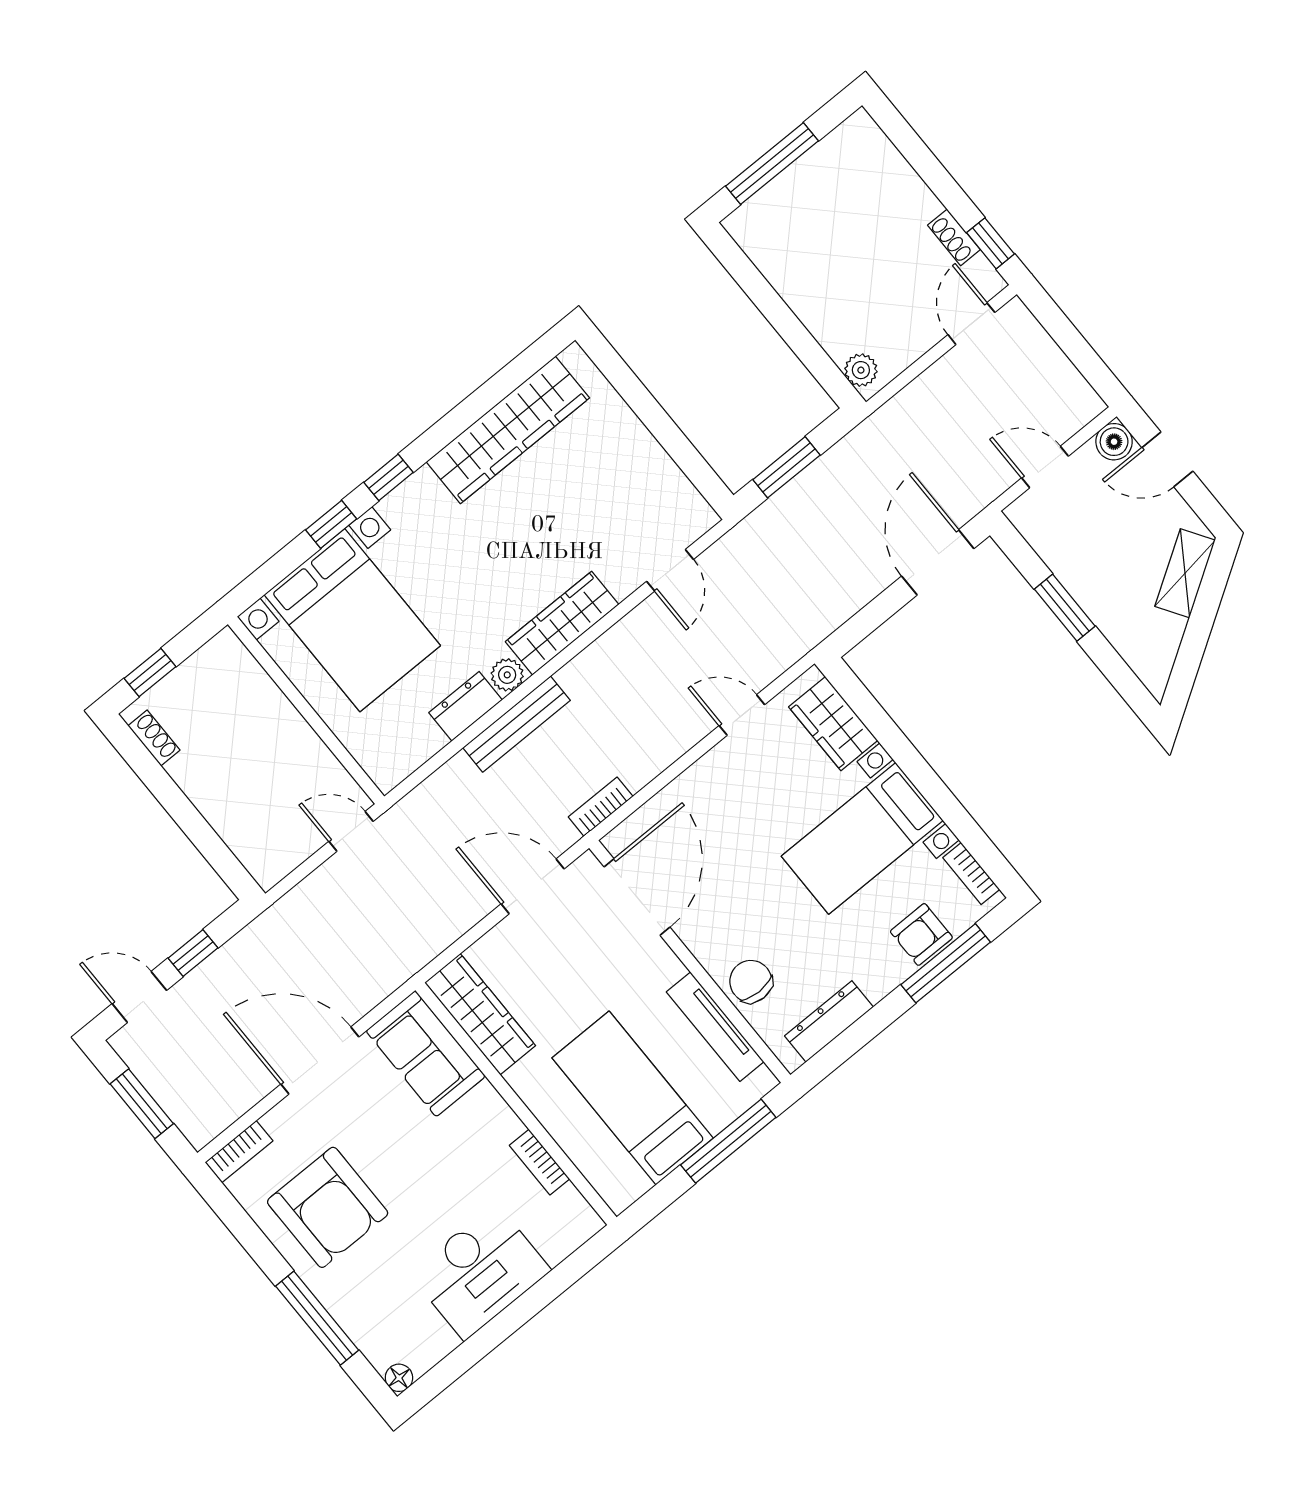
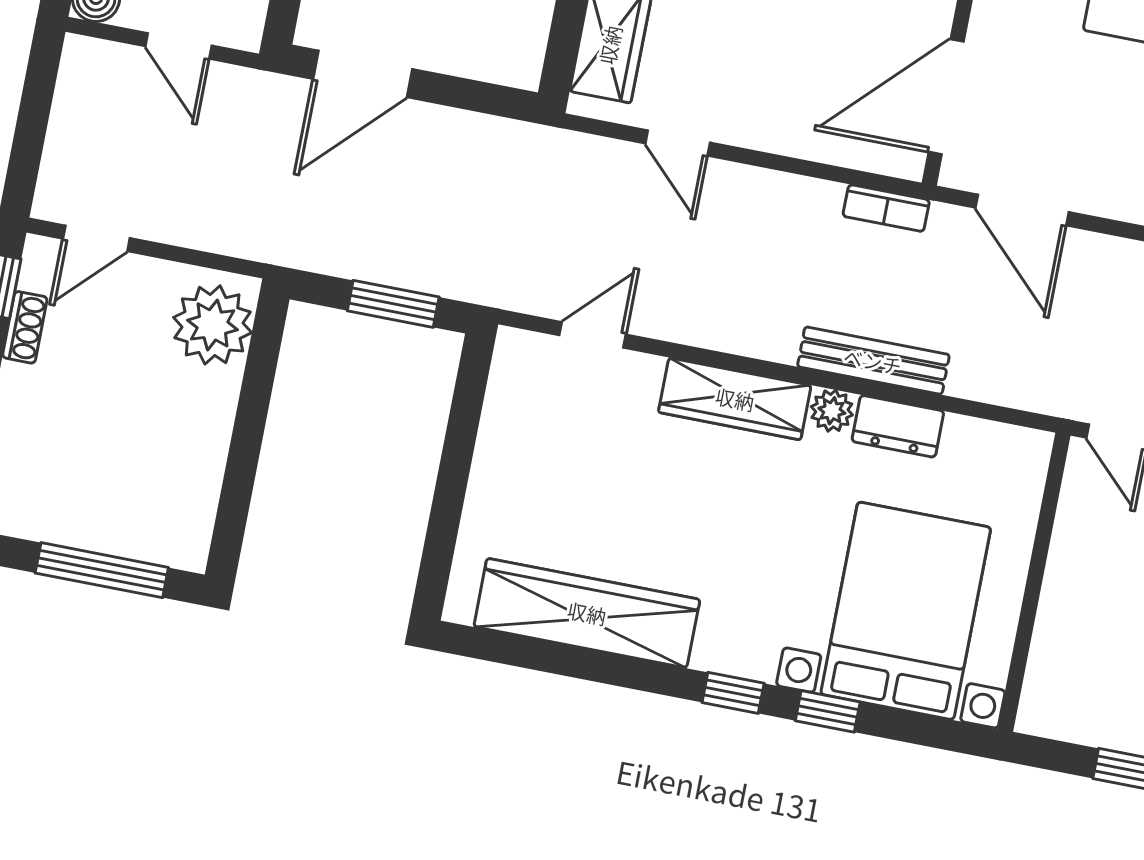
plant: (861, 370) -> (213, 325), width x1.87, depth x1.87

